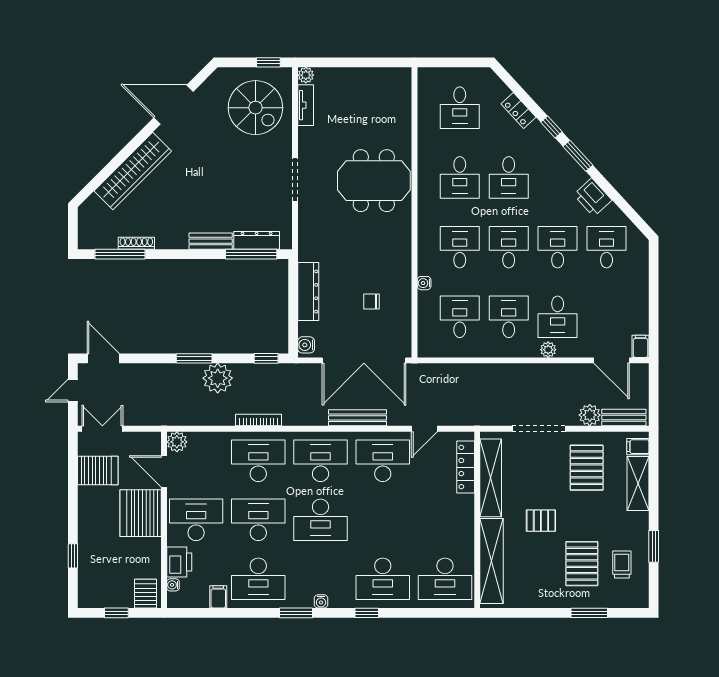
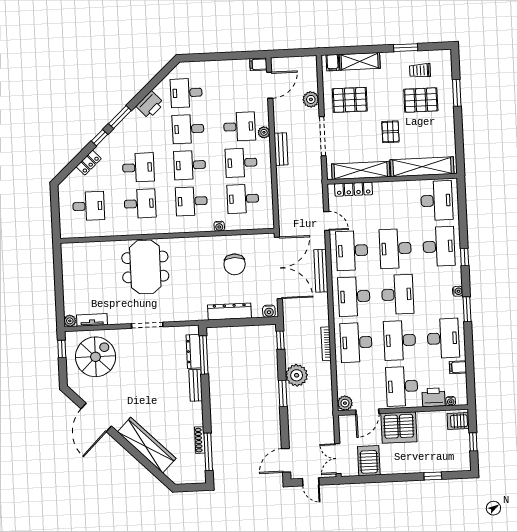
chair: (372, 301) -> (235, 264), width x1.87, depth x1.87
bench: (624, 417) -> (281, 149), moved
desk: (383, 520) -> (395, 249), added

